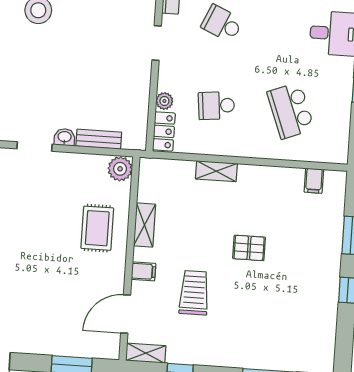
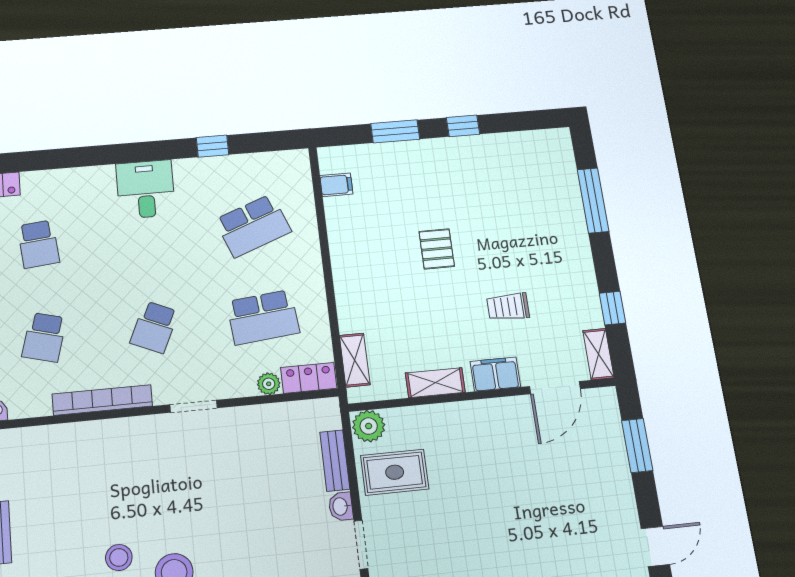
school desk: (216, 106) -> (263, 317), width x1.85
shelving: (216, 171) -> (355, 360), moved
rug: (97, 228) -> (395, 472), moved
filing cabinet: (143, 271) -> (495, 374), width x2.00
trolley: (194, 293) -> (508, 307), width x0.73, depth x0.72
door: (126, 314) -> (555, 388), hinge flipped

